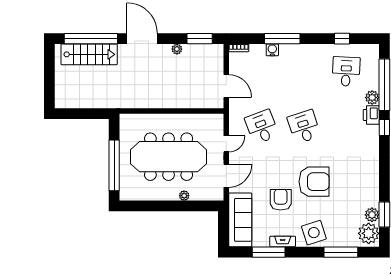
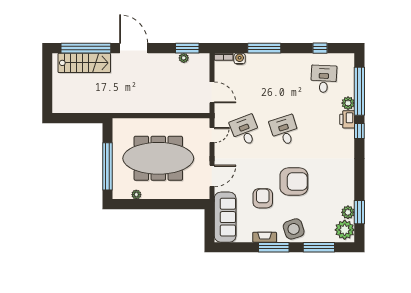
plant: (177, 49) -> (184, 58), moved
water cooler: (272, 50) -> (240, 59), moved
door: (226, 144) -> (212, 135), moved
plant: (184, 196) -> (136, 195), moved
window: (269, 252) -> (274, 247), moved

